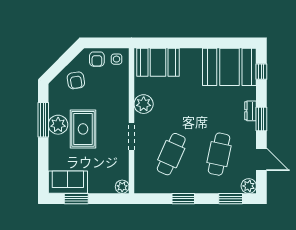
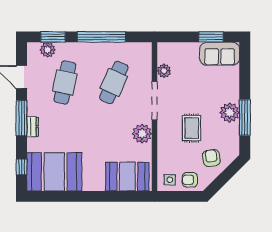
armchair: (97, 59) -> (190, 180), turned -90
window: (261, 119) -> (22, 118), width x1.44
rug: (83, 129) -> (192, 128), moved, width x0.73, depth x0.70
doorway: (131, 136) -> (154, 101), width x1.36
plant: (249, 186) -> (48, 50), moved
plant: (122, 187) -> (164, 71), moved
window: (183, 199) -> (101, 37), width x2.11

